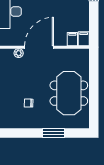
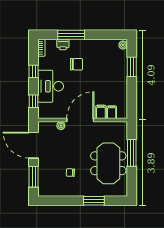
filing cabinet: (84, 39) -> (101, 112), moved
window: (94, 82) -> (132, 153), added

